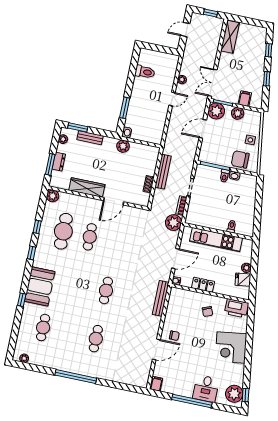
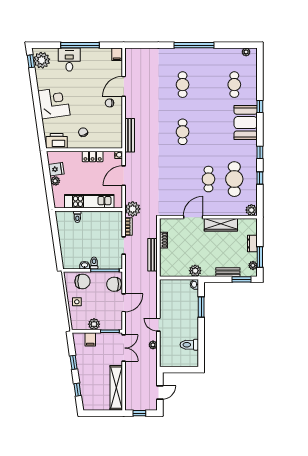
shelving: (230, 37) -> (116, 388), width x1.47
door: (172, 99) -> (158, 325), hinge flipped
plant: (216, 111) -> (115, 322), removed
chair: (209, 150) -> (114, 284), added
window: (50, 164) -> (260, 257), moved

